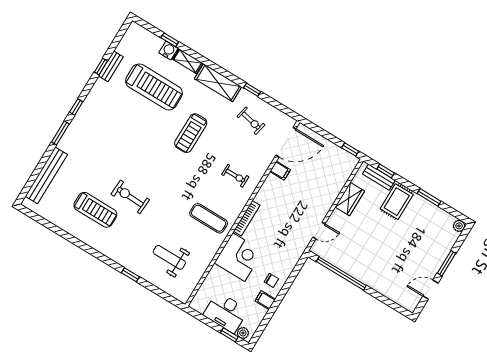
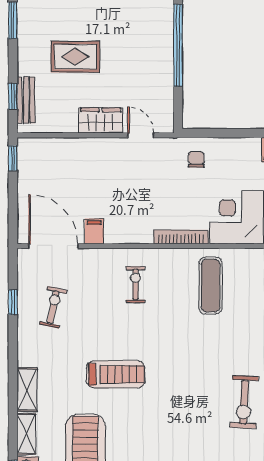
shelving: (218, 83) -> (27, 390), width x0.67, depth x0.75
window: (252, 90) -> (13, 302), moved
wardrobe: (350, 199) -> (101, 120), moved
rug: (397, 202) -> (75, 57), moved
window: (341, 273) -> (178, 45), moved
chair: (271, 280) -> (196, 160), moved

